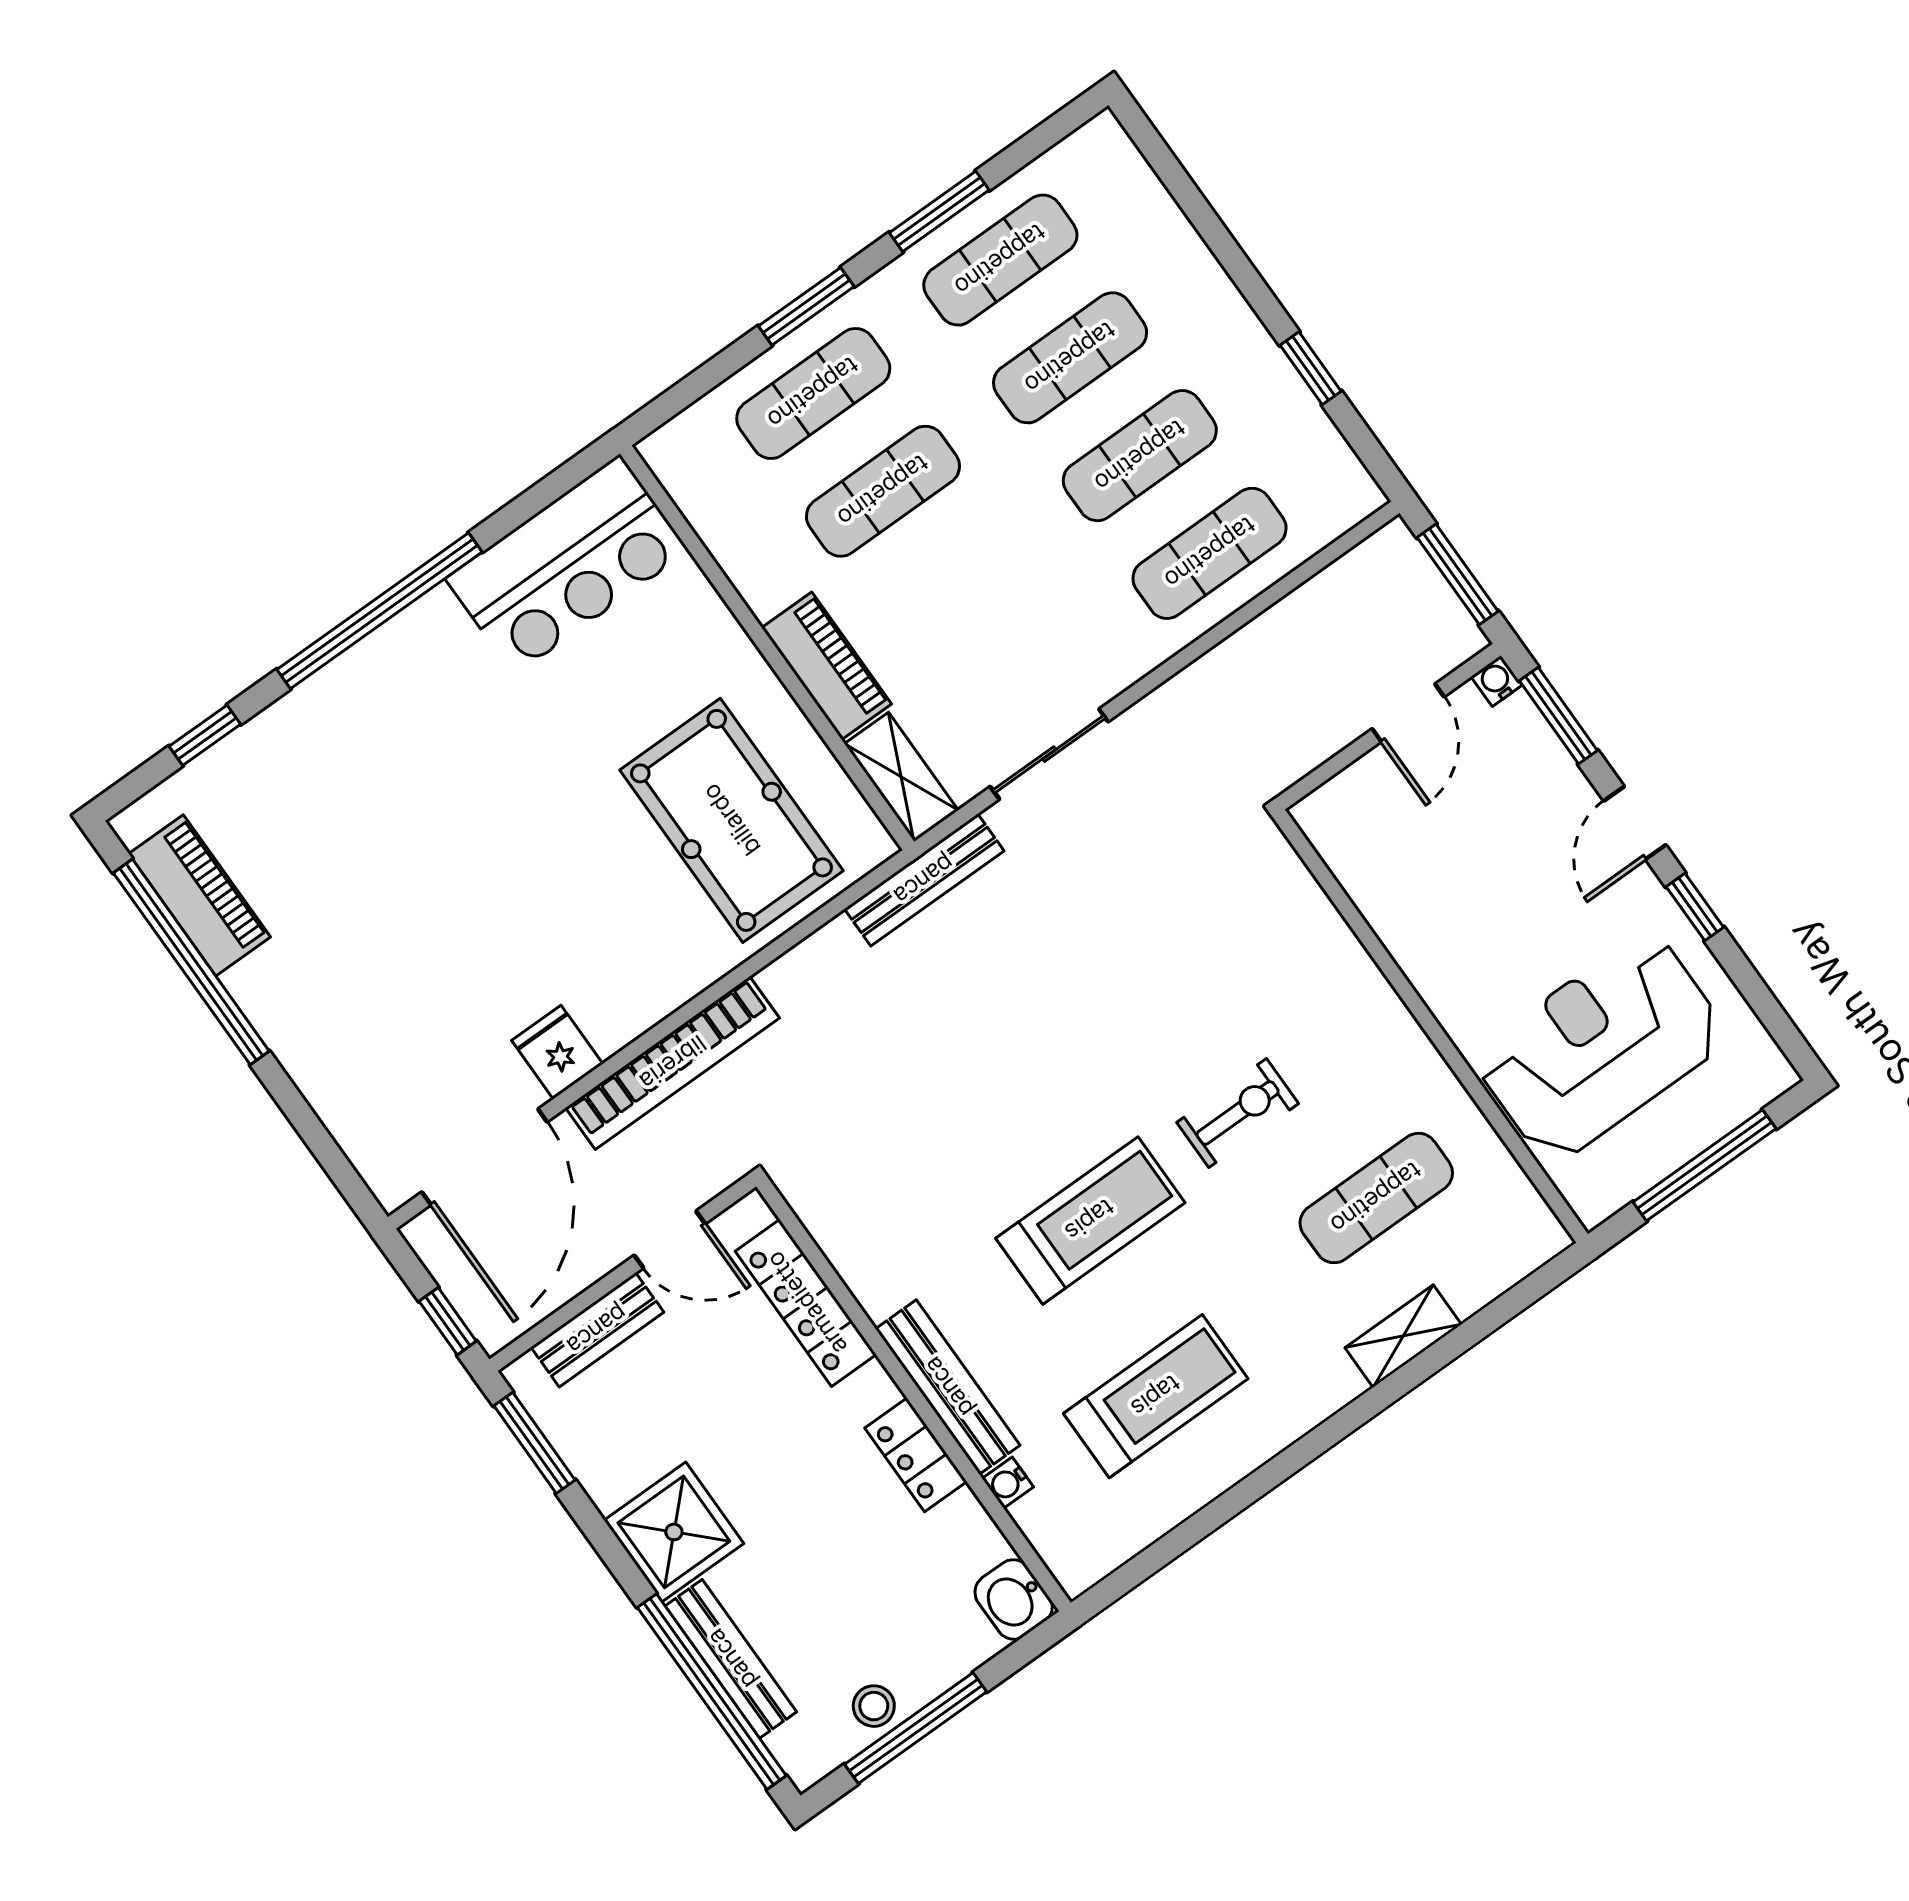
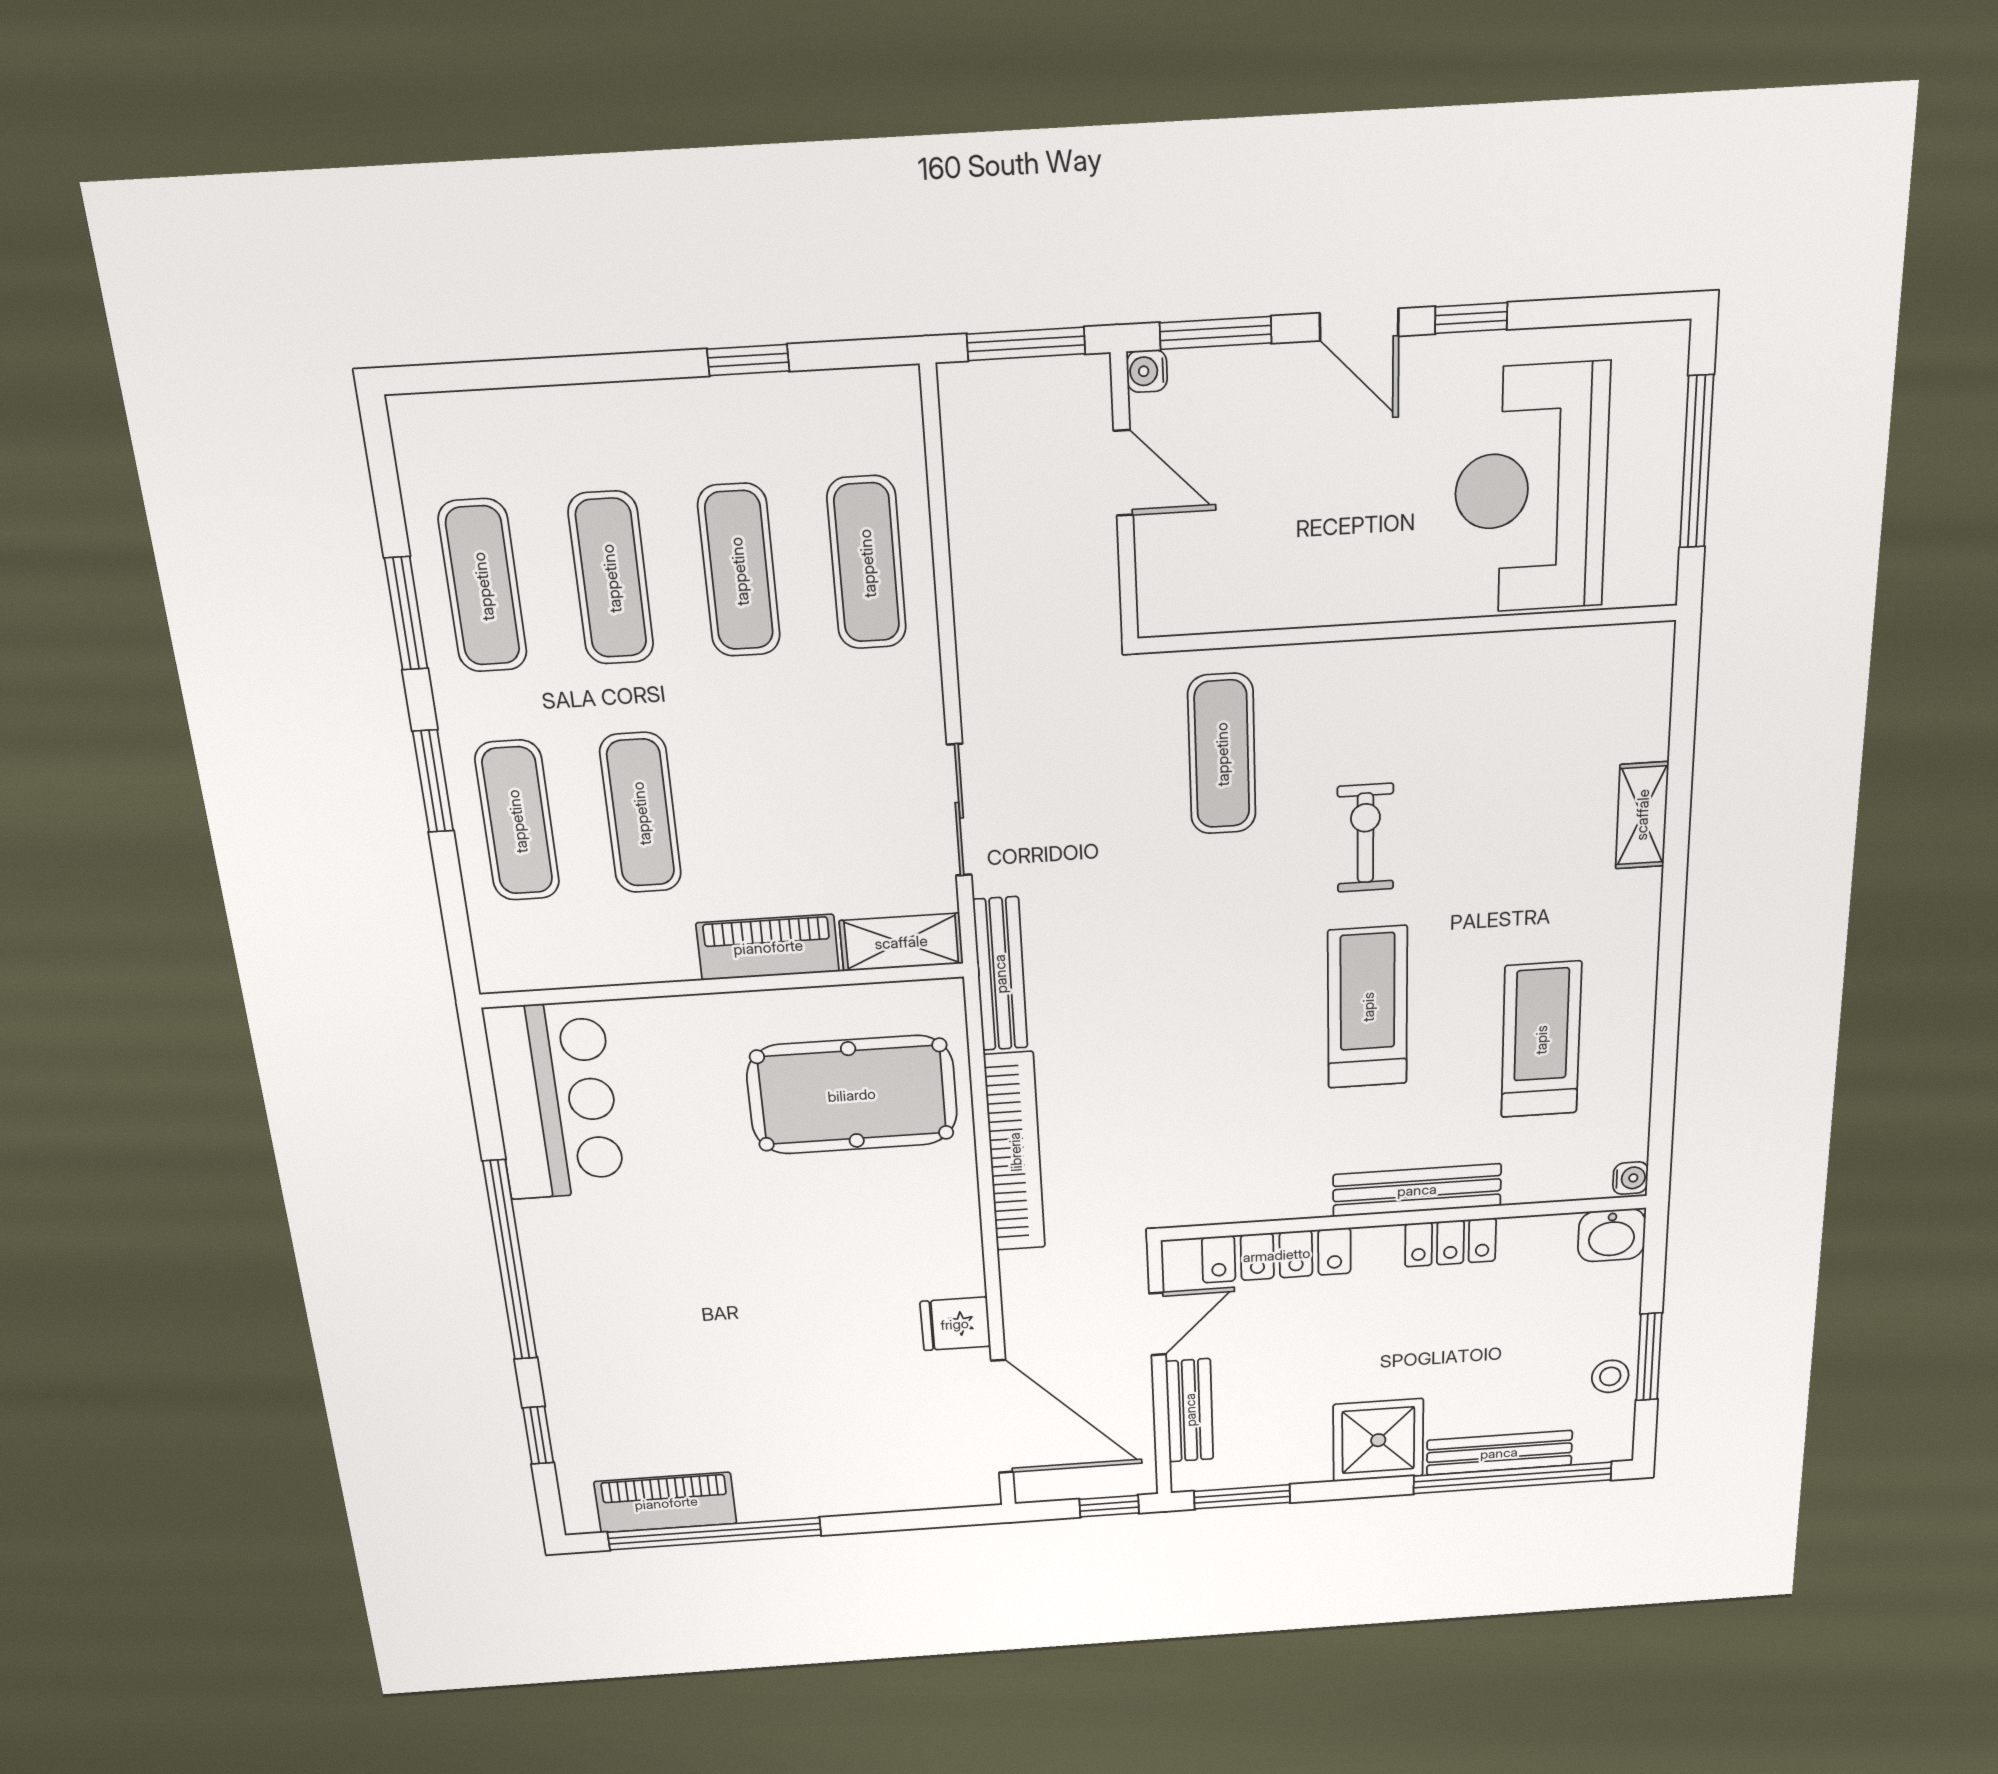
bookcase: (673, 1063) -> (1015, 1152), moved
exercise mat: (1376, 1198) -> (1222, 754), moved
water cooler: (1008, 1483) -> (1631, 1178), moved, turned -90
window: (916, 1728) -> (1649, 1357), width x0.69

